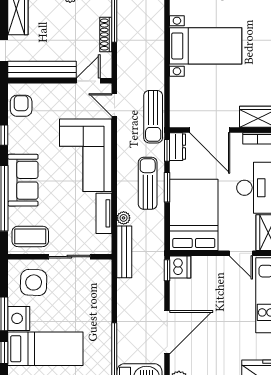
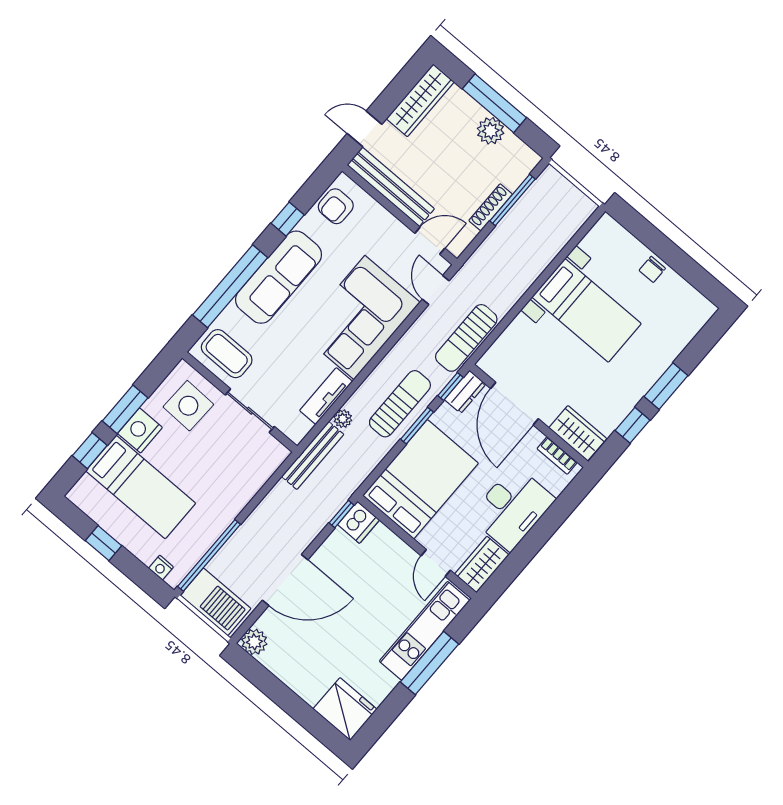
armchair: (21, 106) -> (336, 206), turned 180
sofa: (23, 180) -> (279, 277), width x1.36

